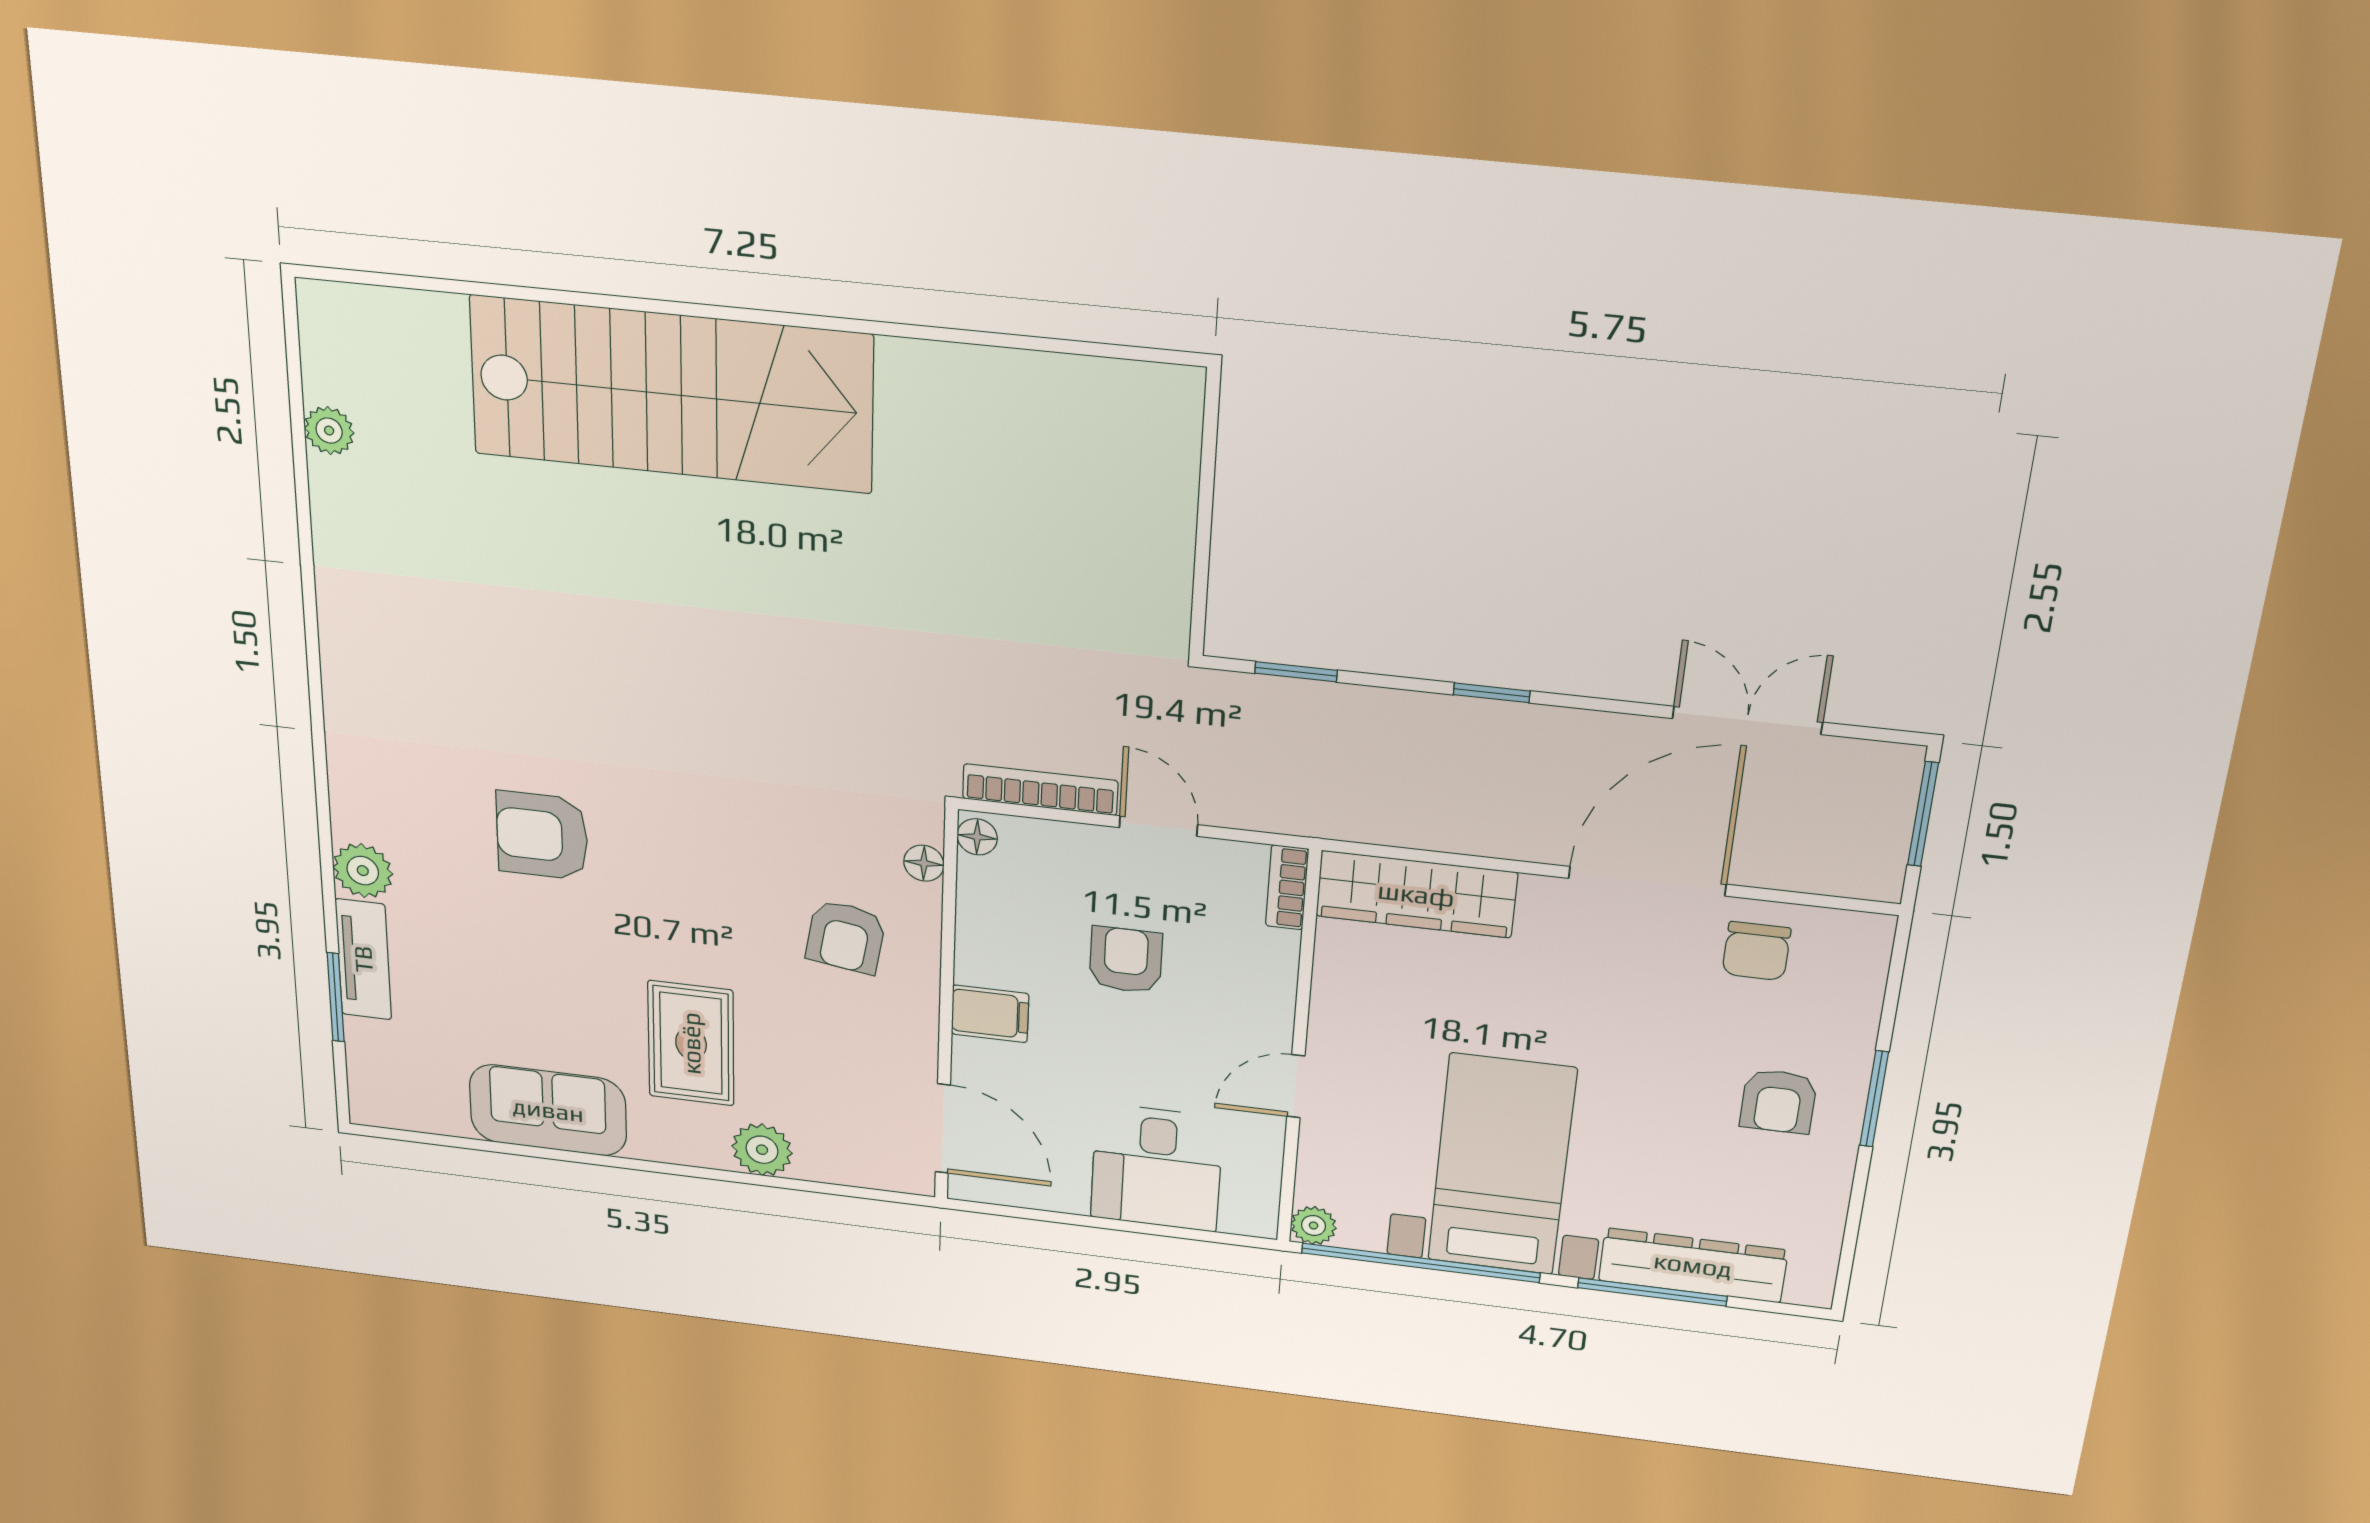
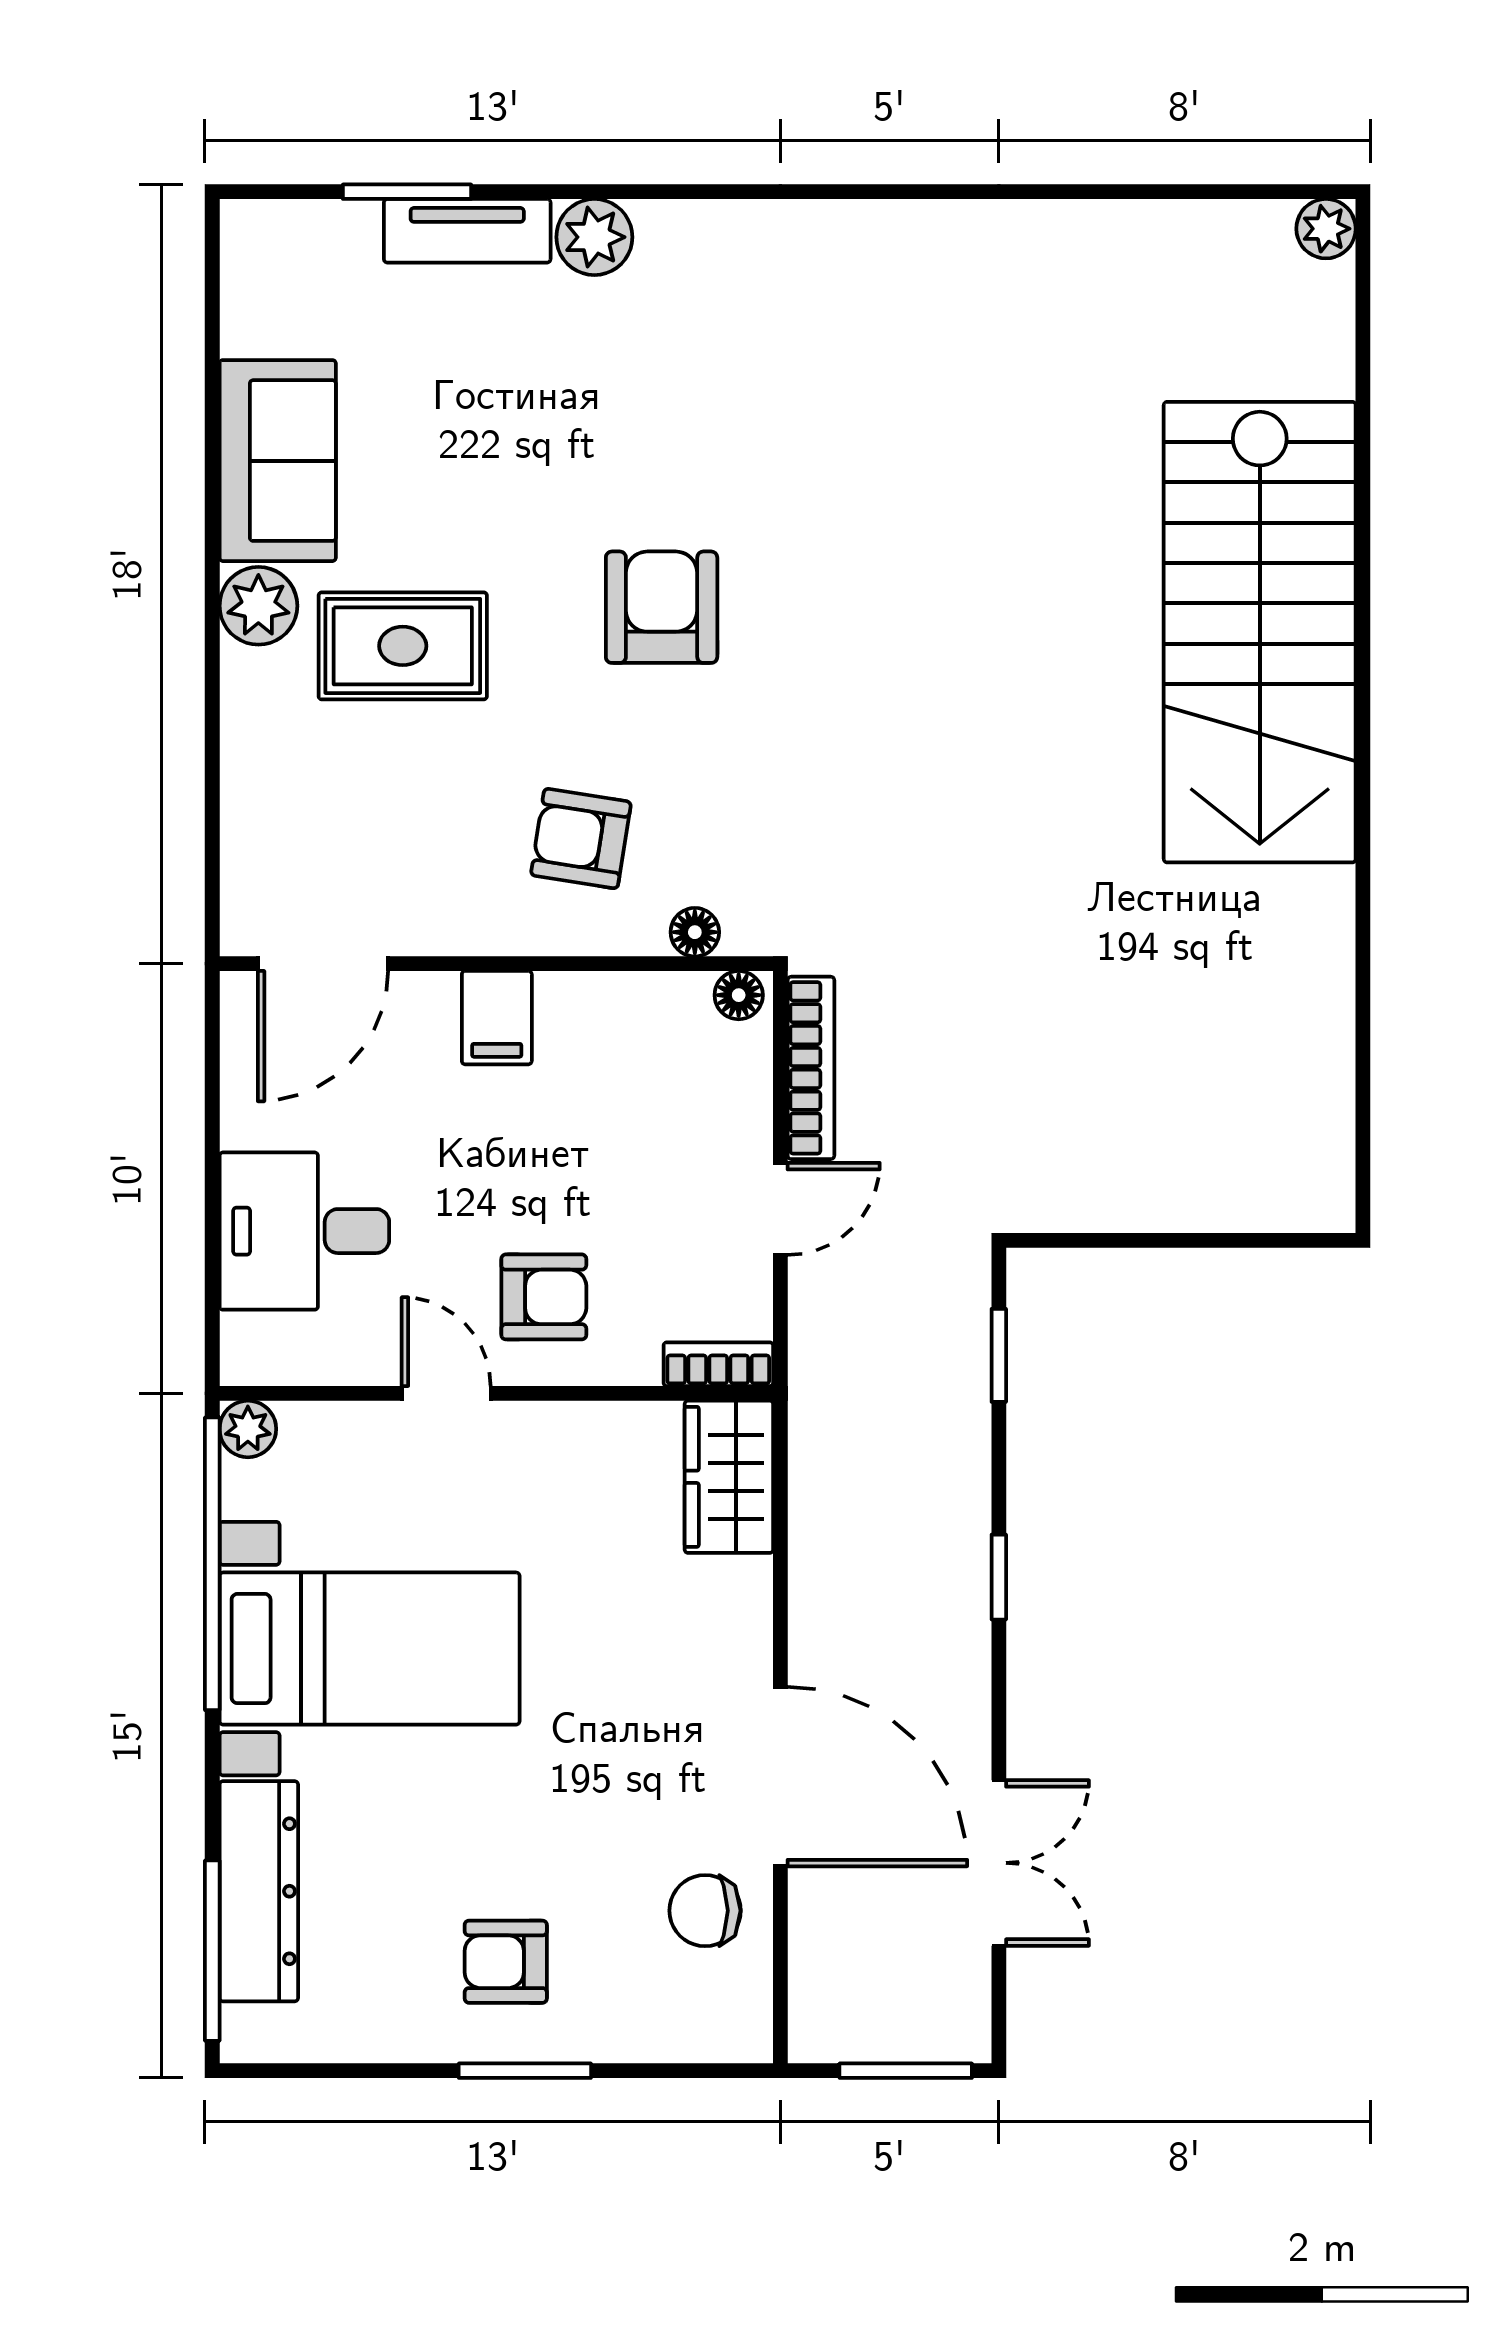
plant: (329, 431) -> (1326, 229), moved
armchair: (542, 836) -> (662, 607), moved
wardrobe: (1416, 894) -> (729, 1477), width x0.67
armchair: (1126, 960) -> (544, 1297), moved
plant: (762, 1150) -> (258, 606), moved
window: (1652, 1292) -> (212, 1951), moved

